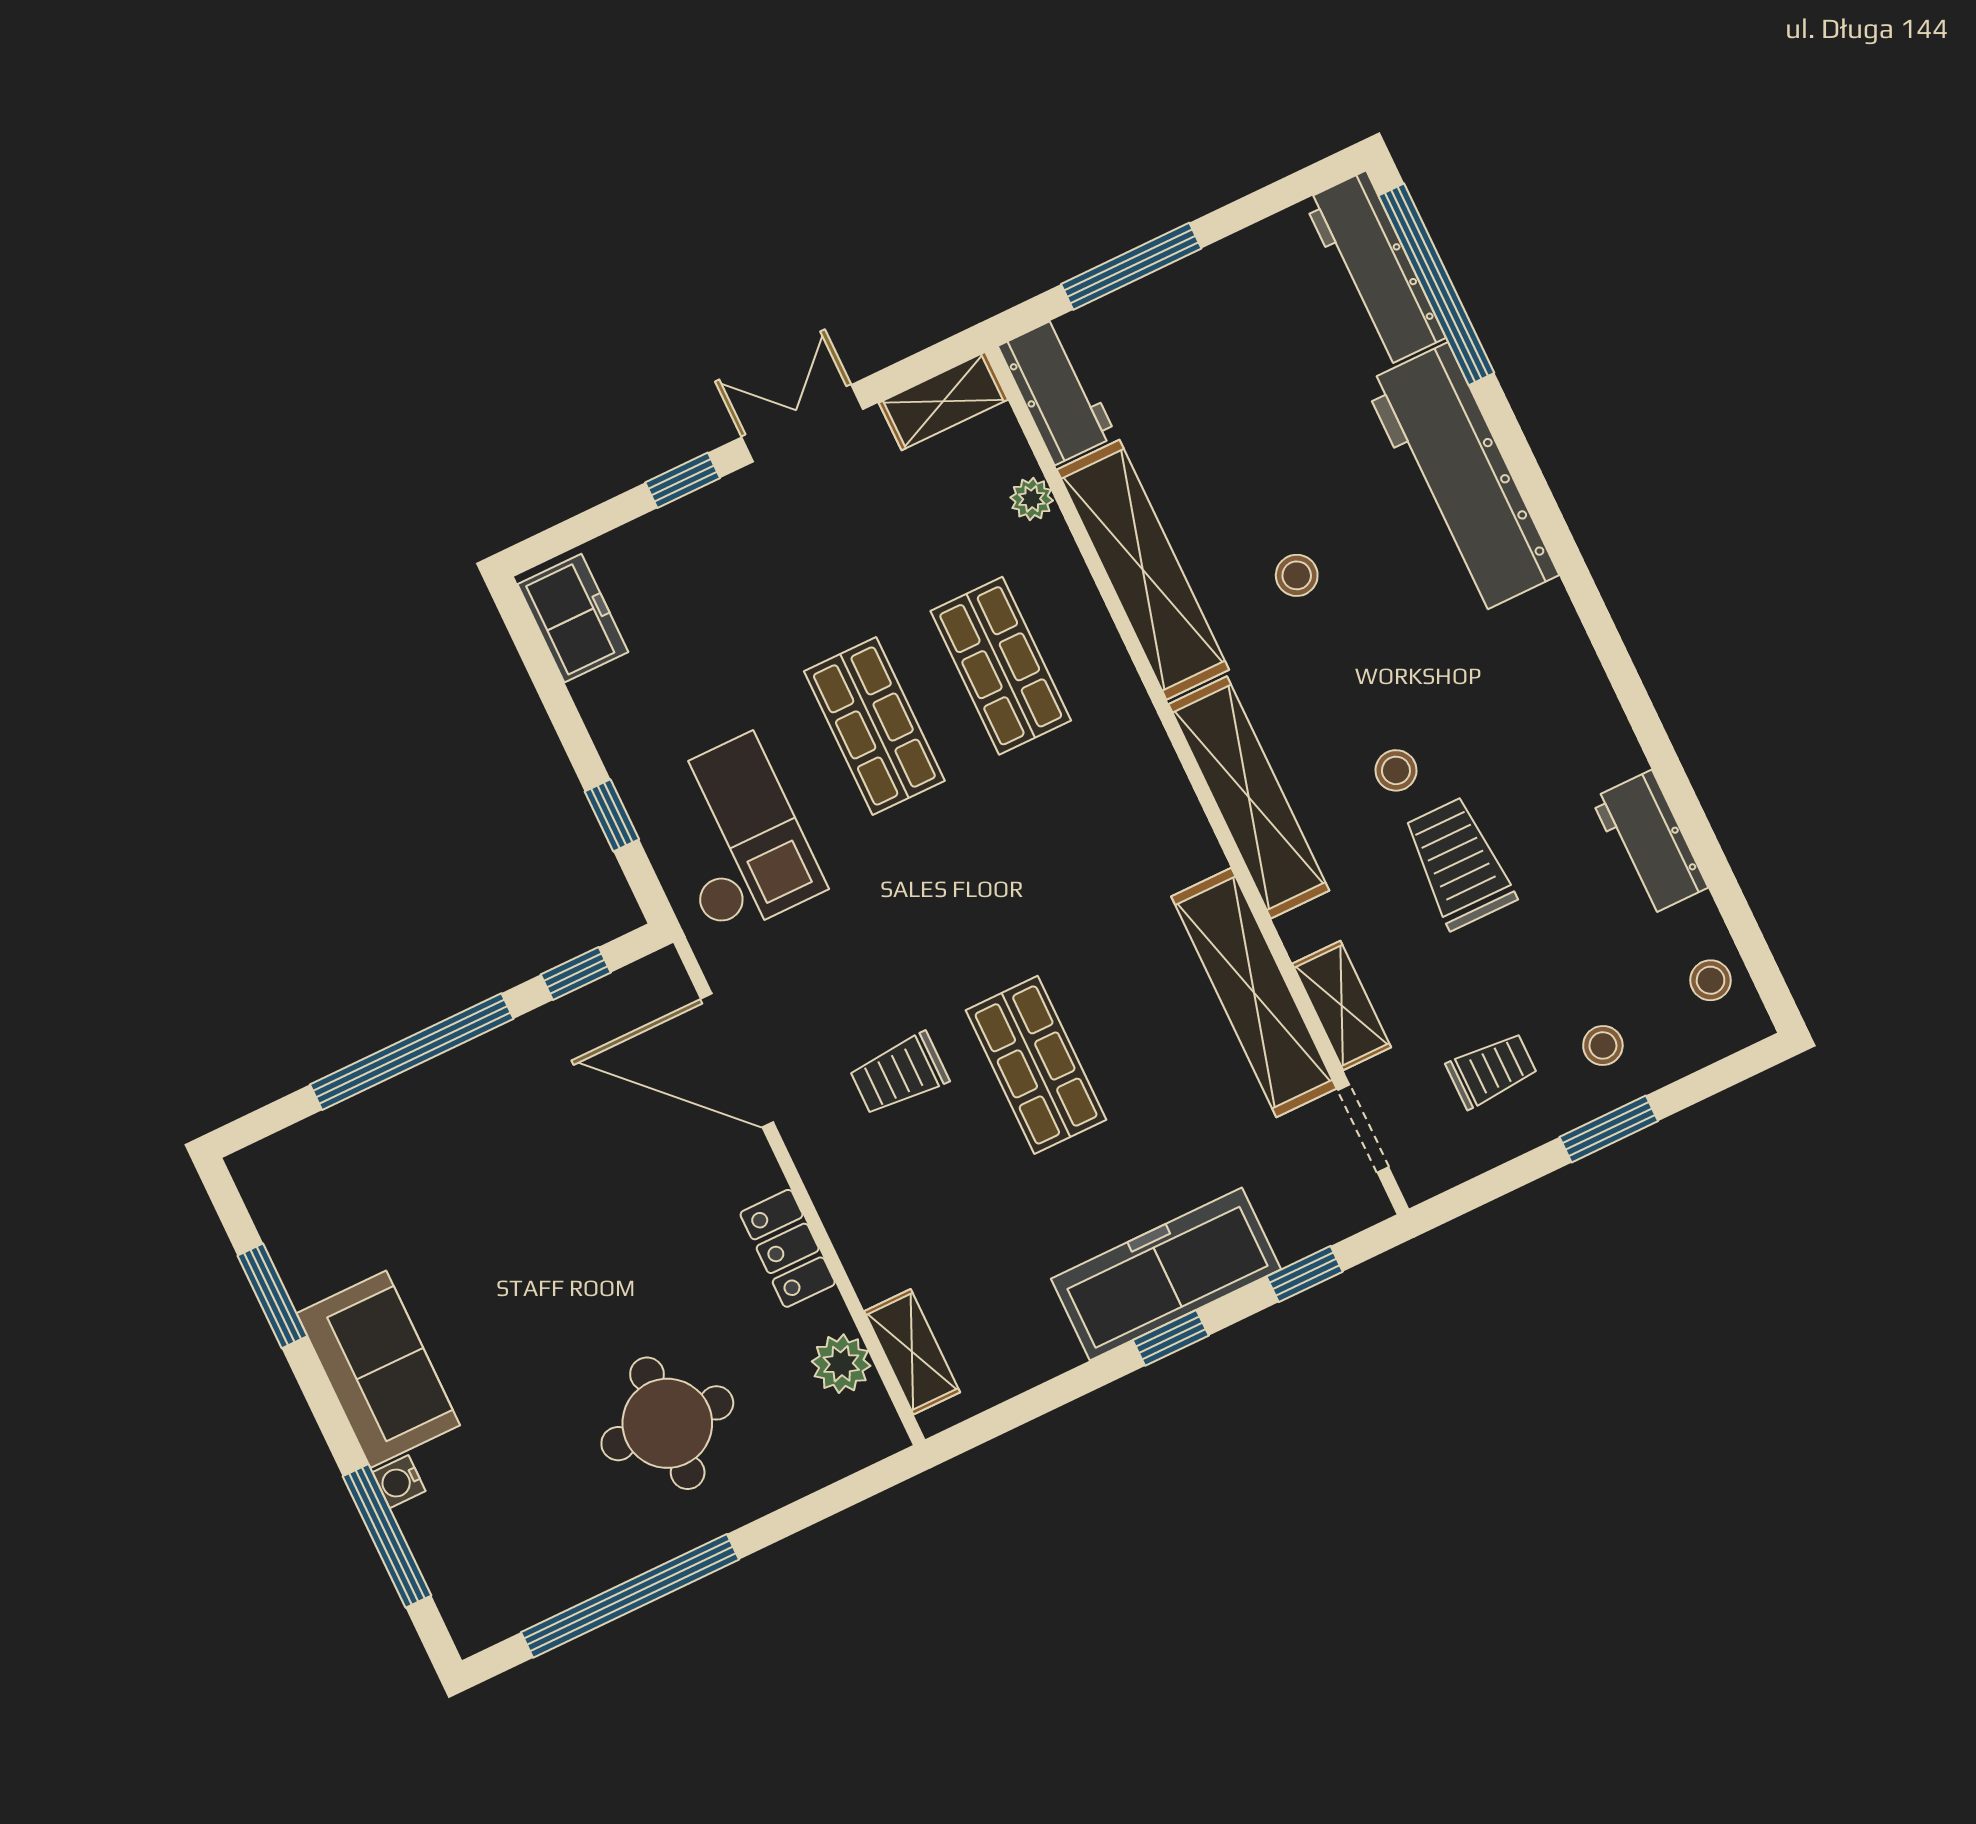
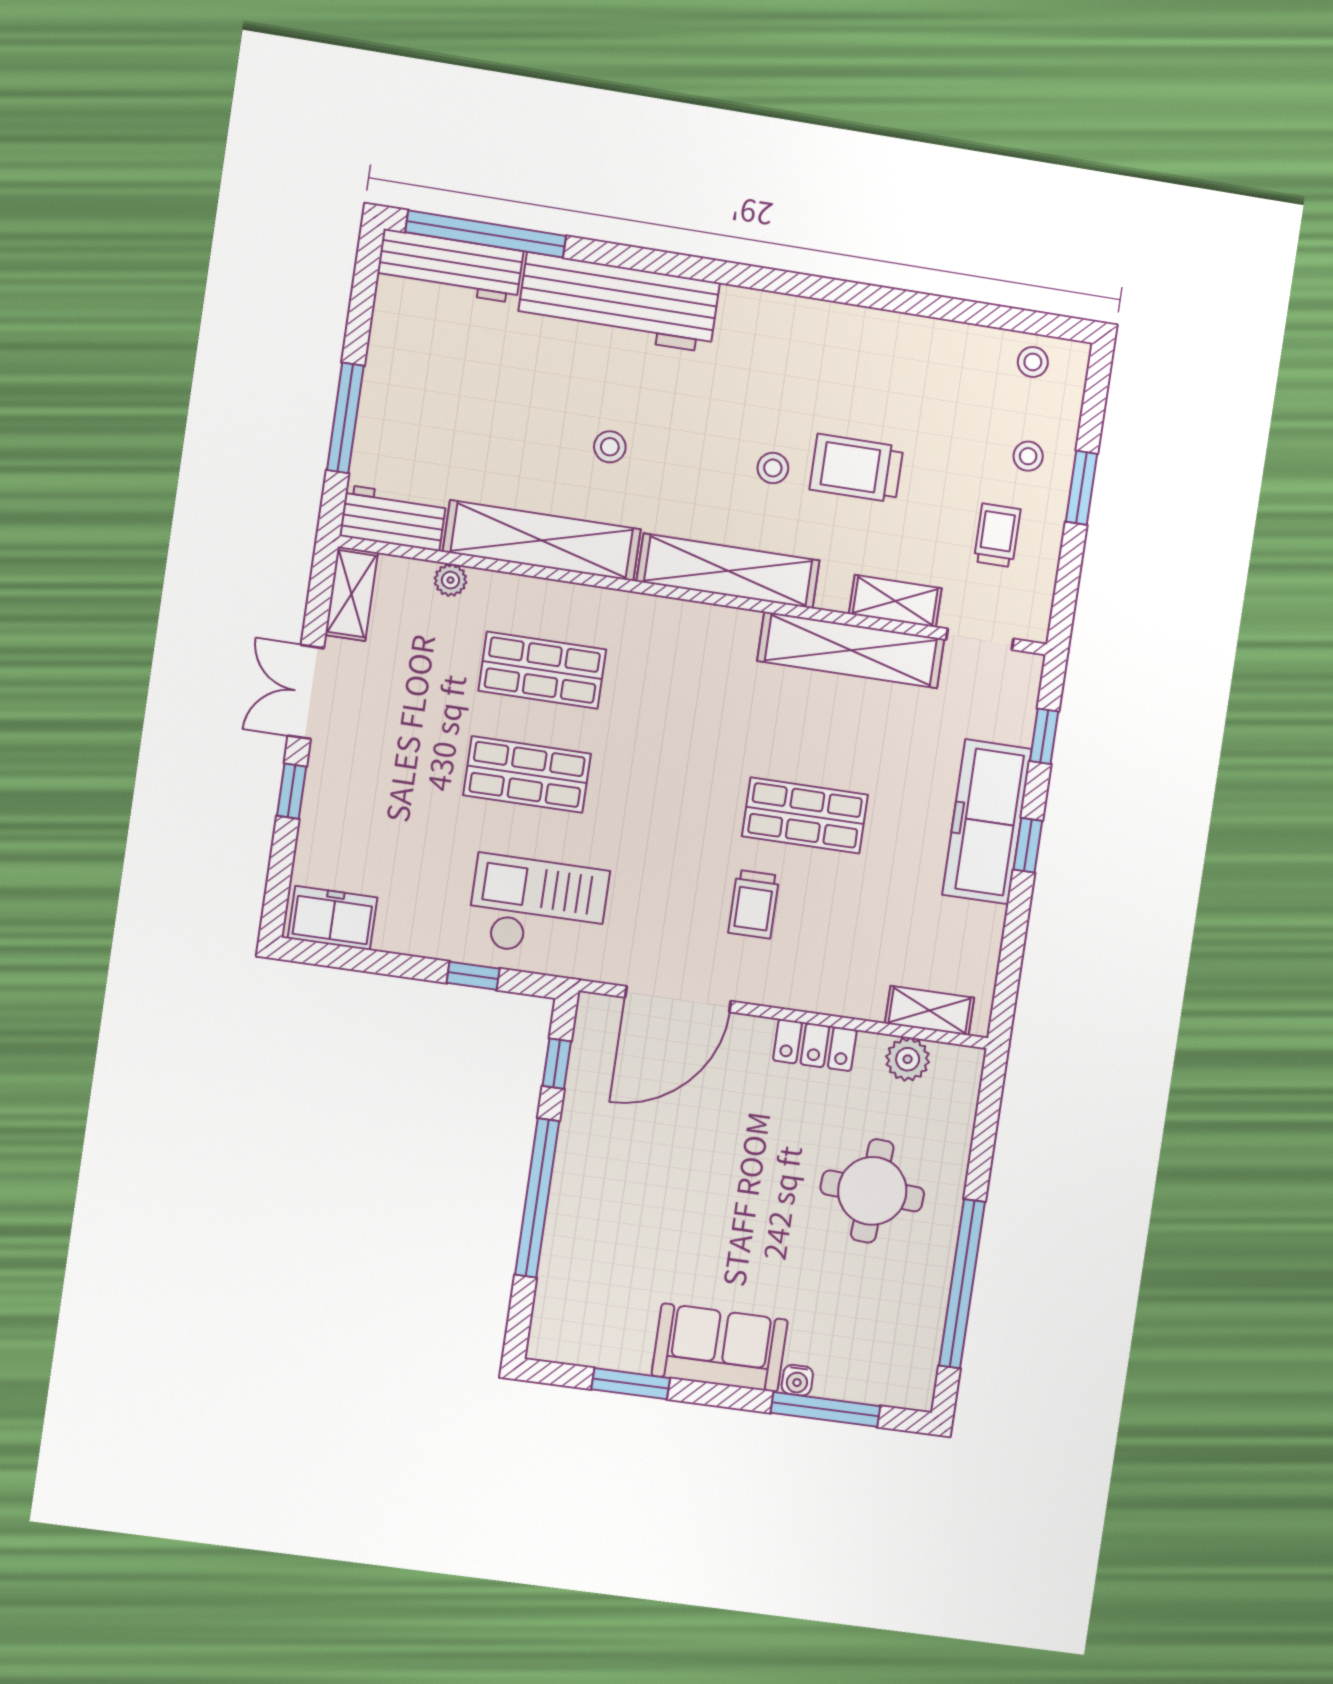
workbench: (1650, 843) -> (923, 341), removed

